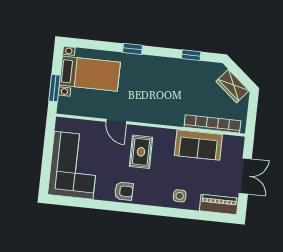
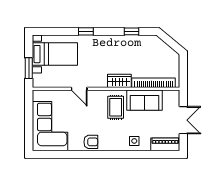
wardrobe: (232, 86) -> (119, 81), moved, turned 140
rug: (141, 152) -> (116, 107), moved

